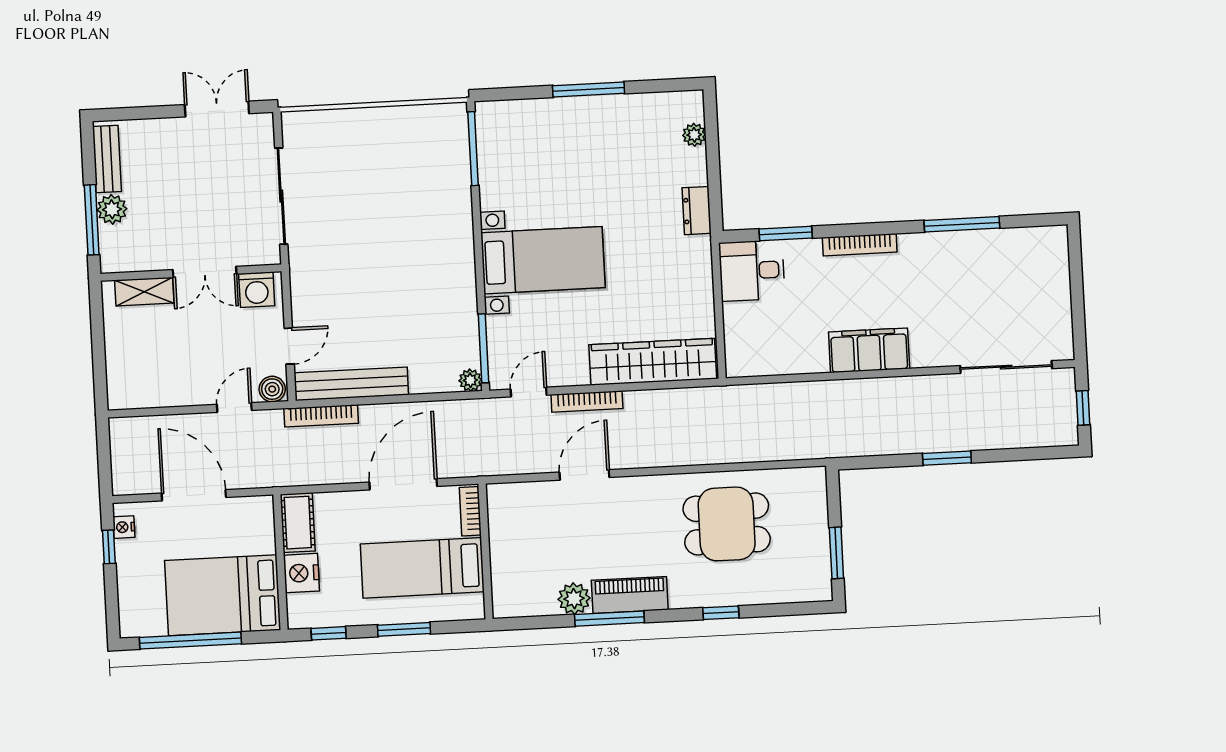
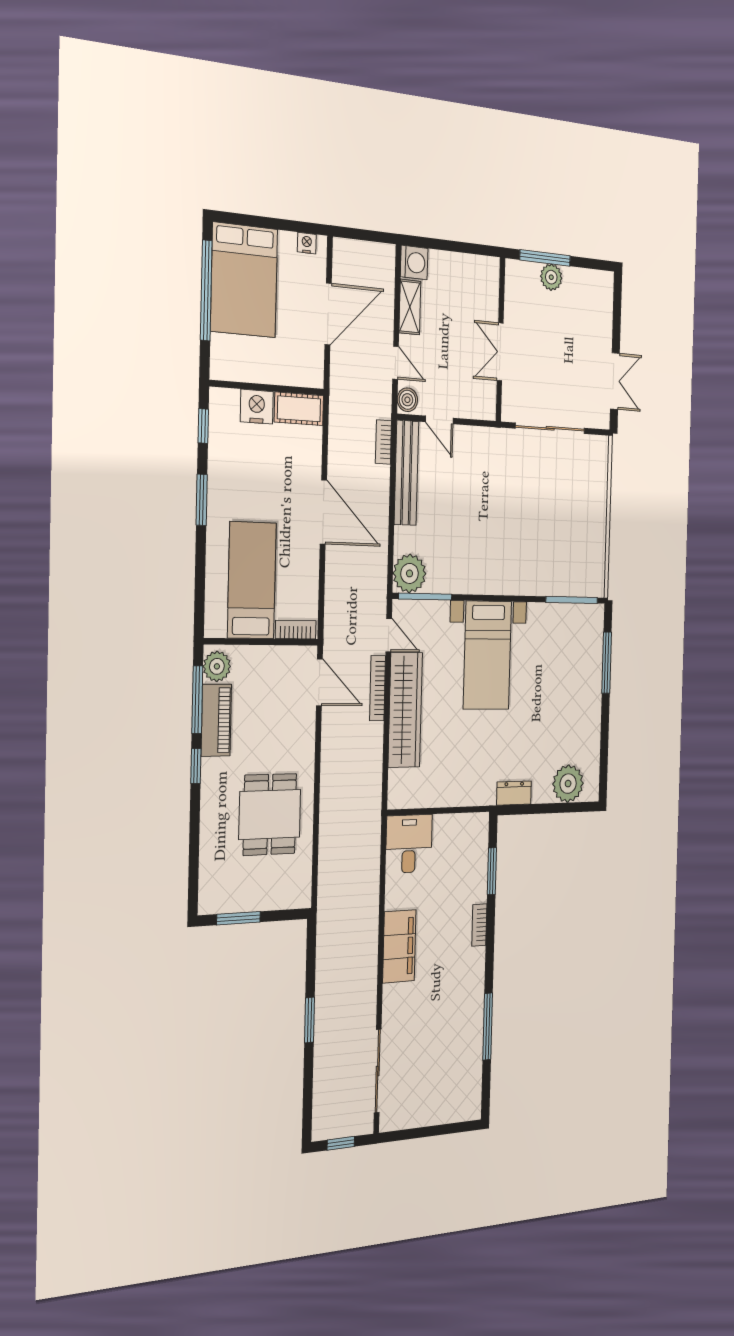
window: (589, 90) -> (607, 663), moved
plant: (694, 135) -> (568, 784), width x1.87, depth x1.87
bench: (107, 159) -> (587, 279), removed
bookcase: (860, 245) -> (479, 925), width x0.64
desk: (752, 271) -> (409, 844), moved
washing machine: (257, 290) -> (414, 263), moved, turned 180
shelving: (144, 292) -> (410, 307), moved
wardrobe: (653, 362) -> (405, 710), moved
plant: (470, 380) -> (410, 573), width x1.88, depth x1.88
bookcase: (321, 416) -> (383, 442), width x0.64
bookcase: (470, 511) -> (296, 630), moved
window: (109, 547) -> (291, 226), removed
wall: (486, 551) -> (261, 642), moved
bed: (422, 568) -> (252, 580), moved
bed: (223, 595) -> (244, 280), moved, turned 180
window: (721, 613) -> (196, 766), moved

